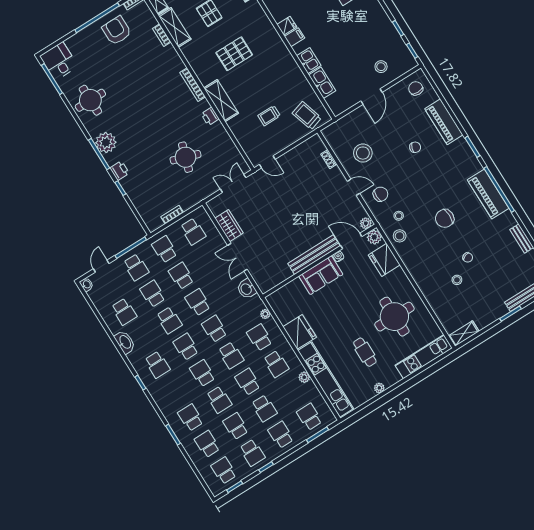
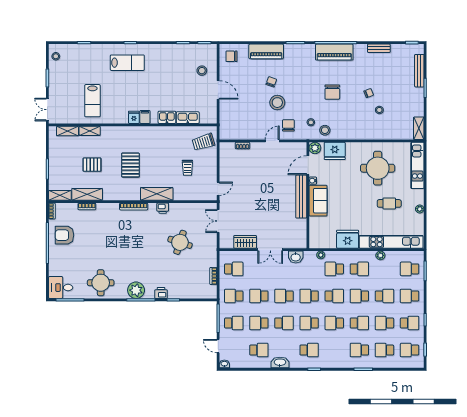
stool: (363, 153) -> (277, 103), moved
plant: (366, 223) -> (302, 148), removed

